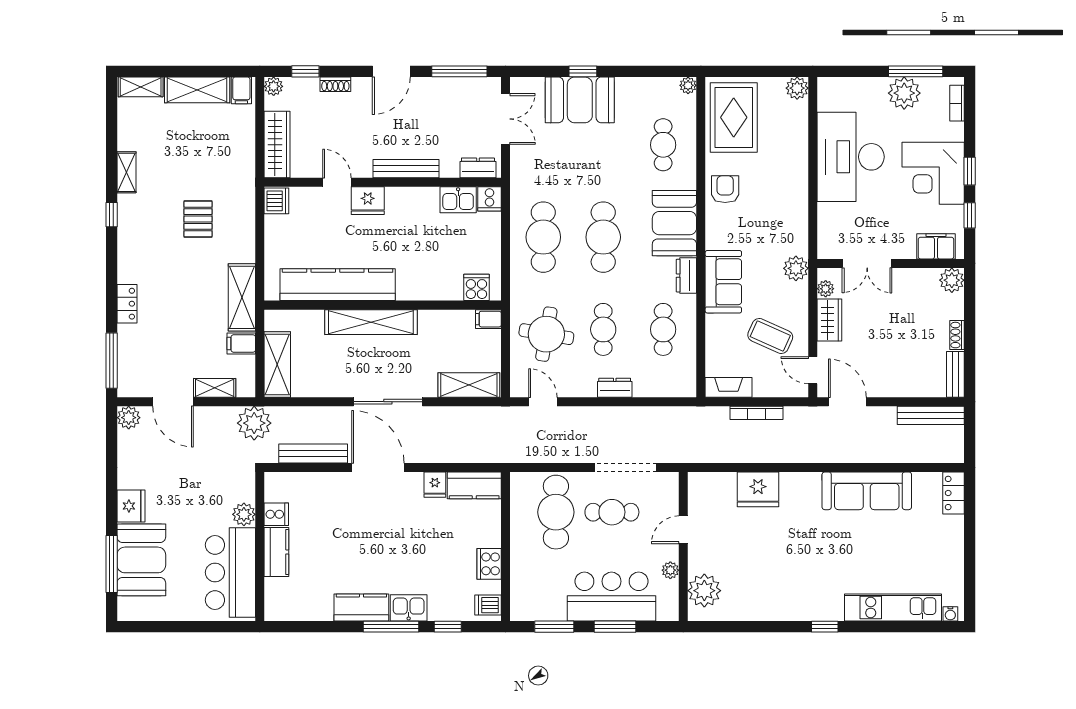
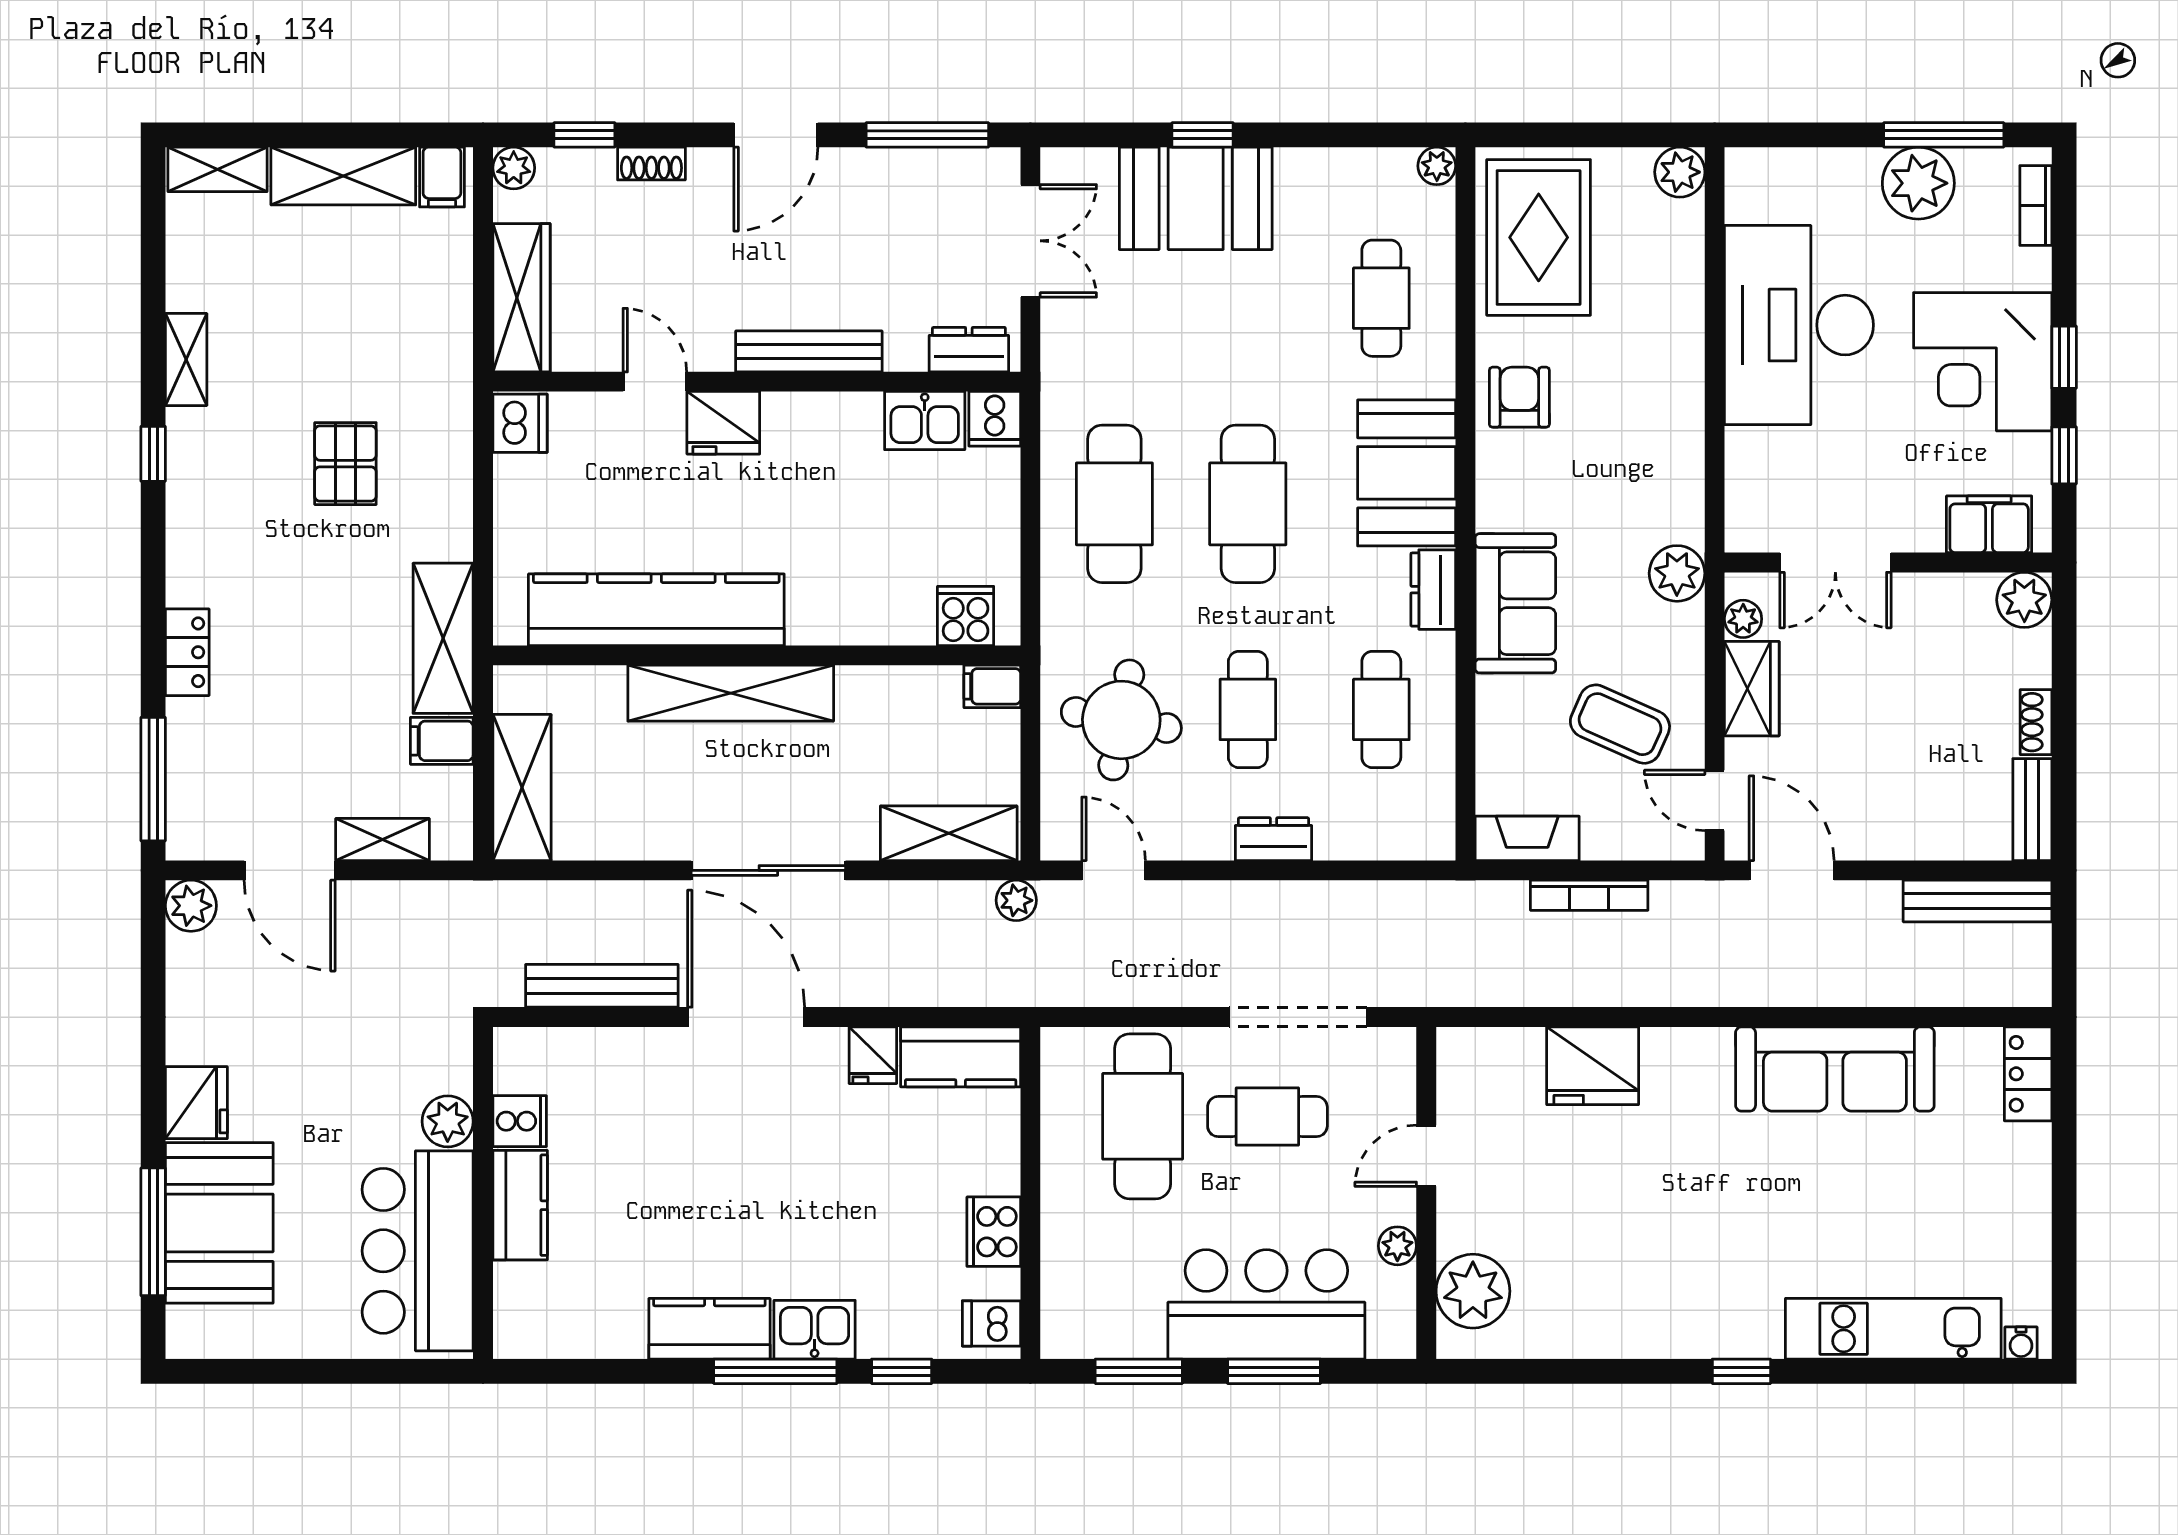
plant: (254, 423) -> (1016, 900), moved, width x0.53, depth x0.53

